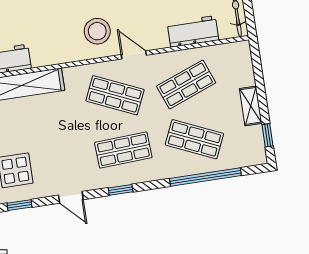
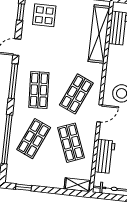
shelving: (251, 106) -> (78, 185), moved
window: (121, 190) -> (13, 81), width x2.17

